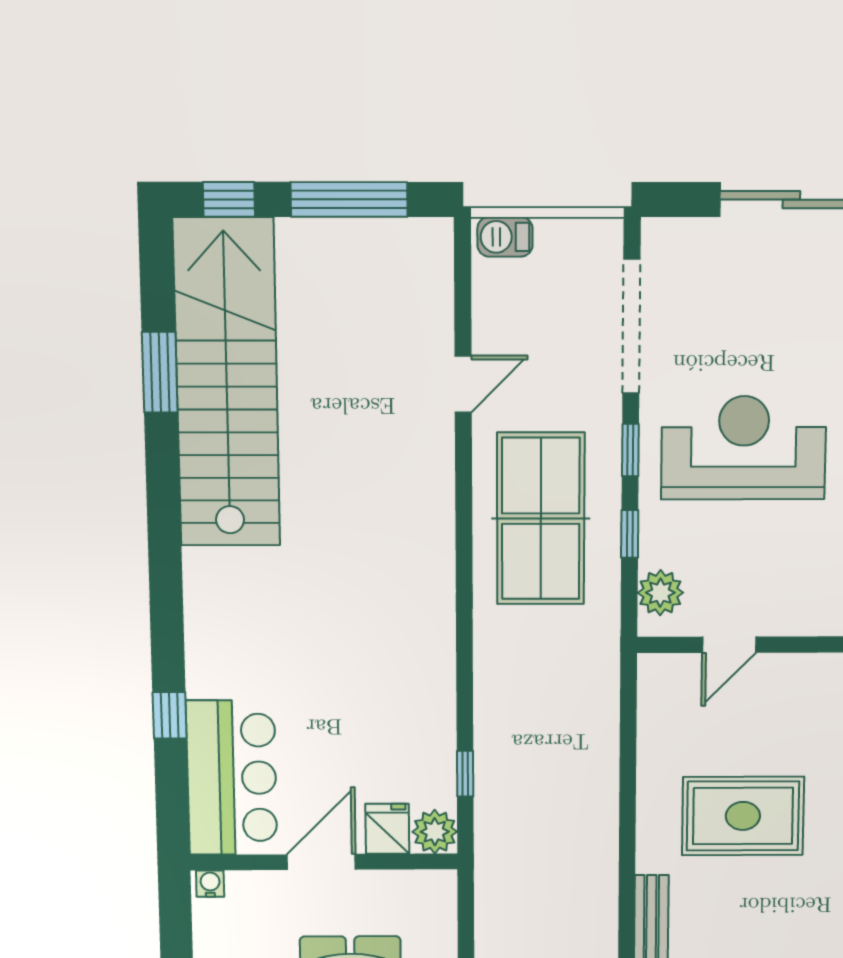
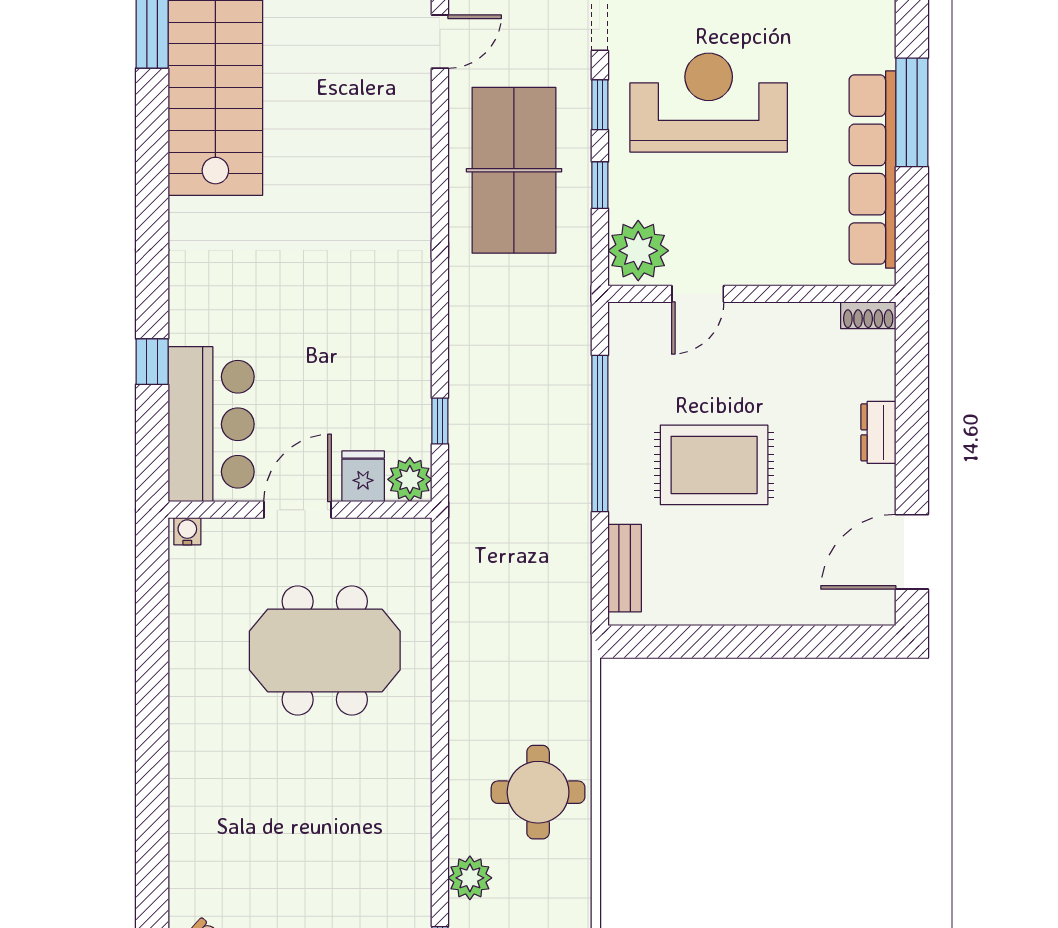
plant: (660, 593) -> (638, 251), width x1.36, depth x1.36
window: (628, 785) -> (600, 434), added

